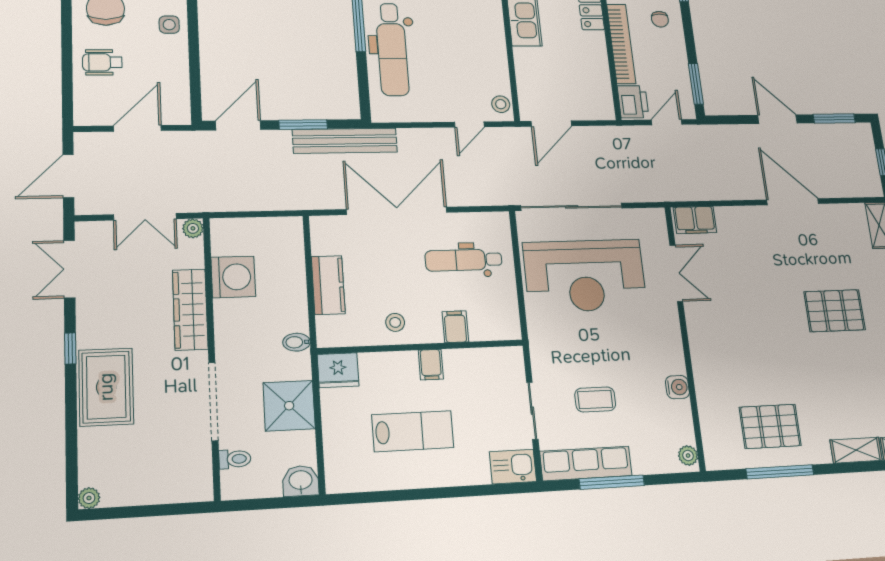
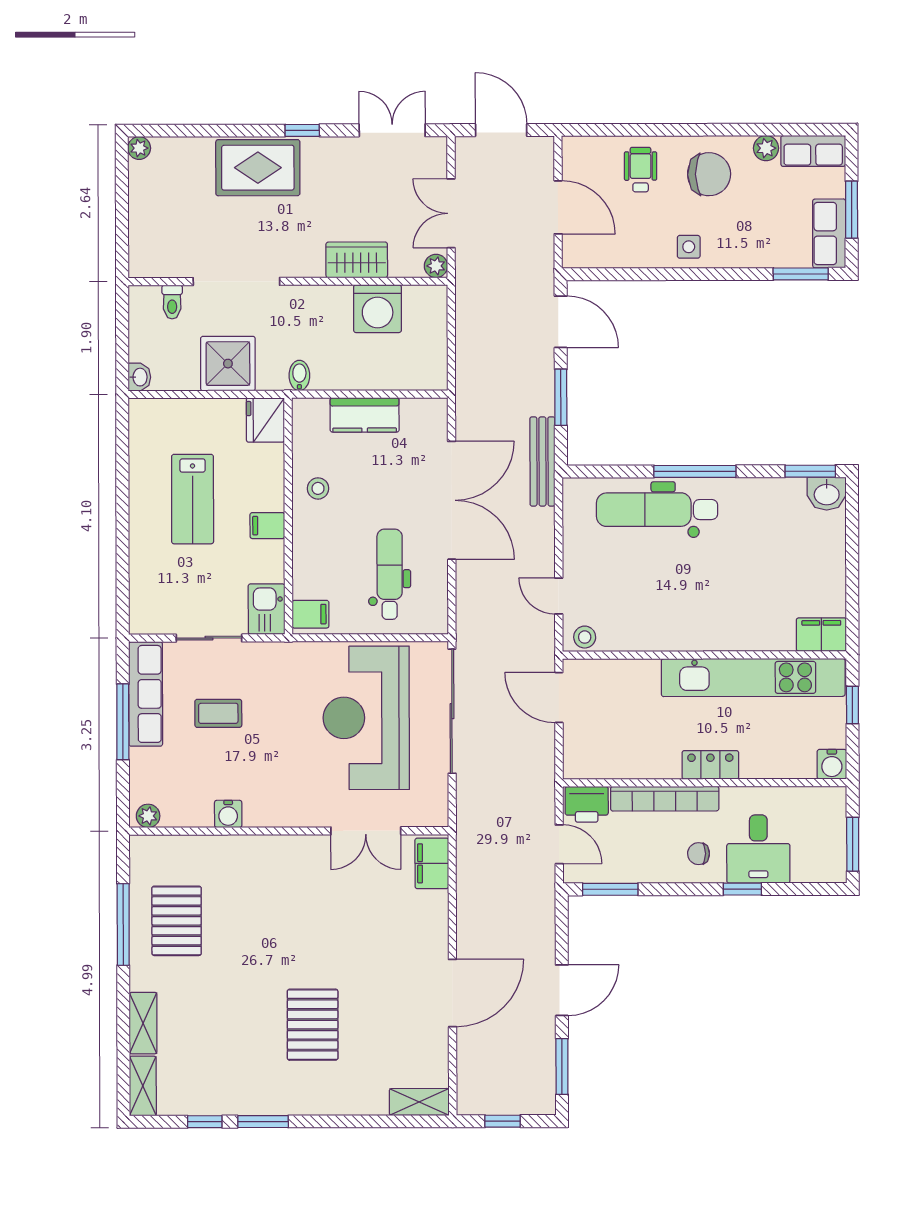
bench: (345, 141) -> (542, 461), width x0.73, depth x0.82
wardrobe: (190, 310) -> (357, 260), width x0.67
filing cabinet: (455, 327) -> (310, 614), moved
coffee table: (595, 399) -> (218, 713), turned 90
kitchen sink: (513, 467) -> (267, 609), moved, turned 180
washbasin: (301, 481) -> (139, 377), width x0.72, depth x0.69

